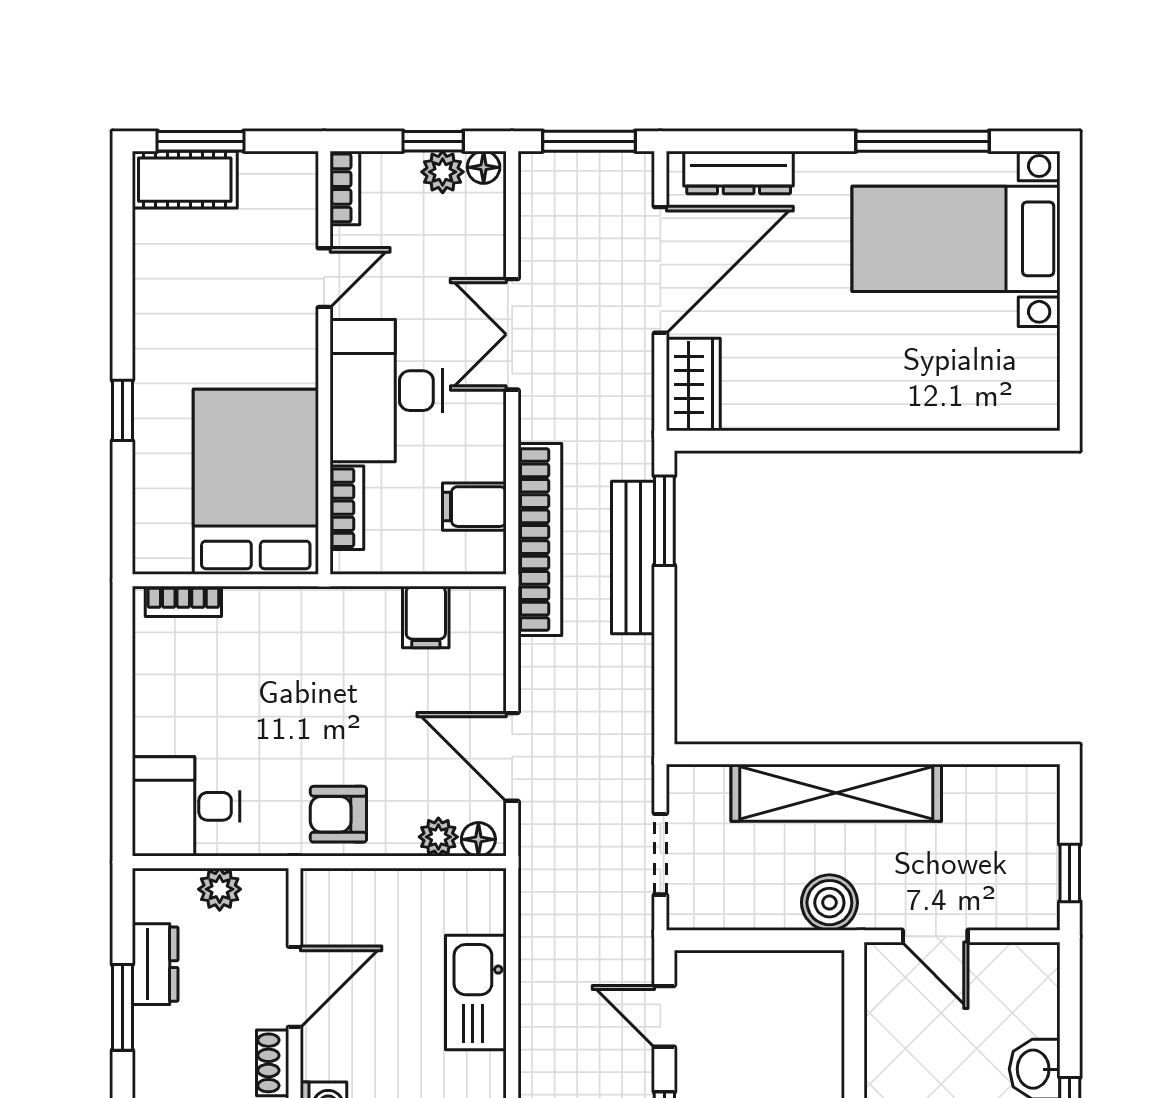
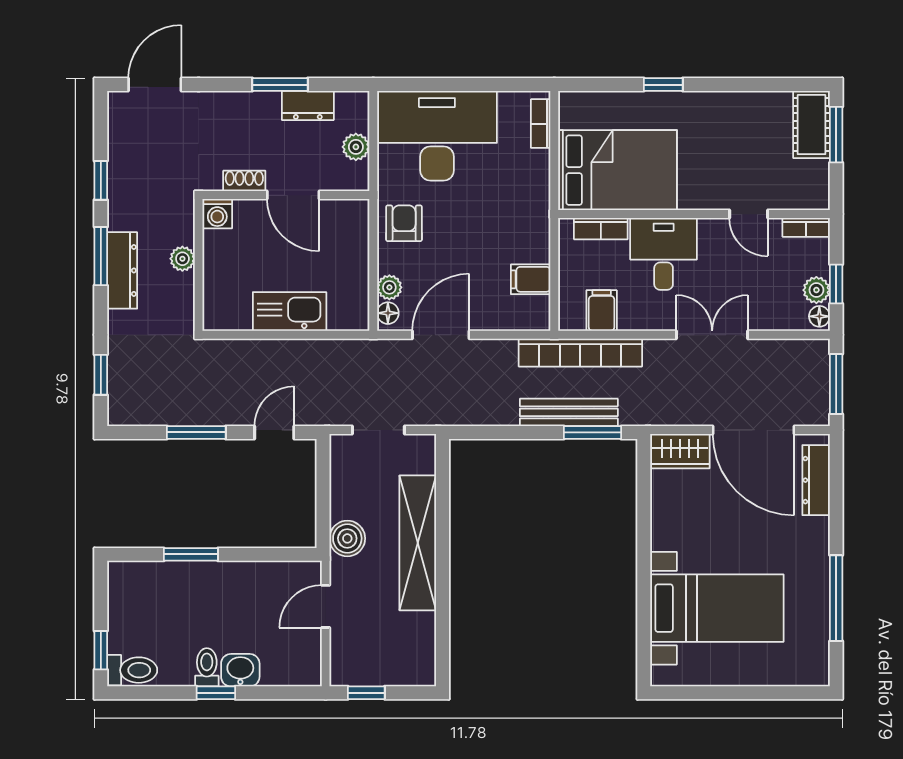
bed with nightstands: (956, 239) -> (717, 608), moved, turned 90
desk: (386, 391) -> (664, 254), width x0.73
desk: (186, 806) -> (437, 136), width x1.87, depth x1.30

